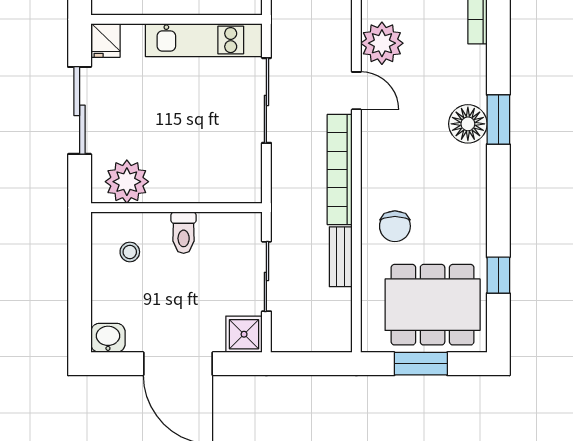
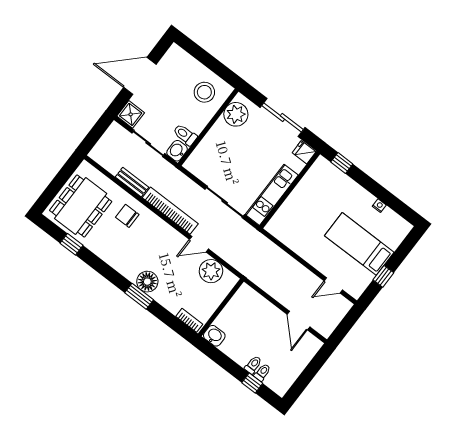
toilet: (184, 233) -> (185, 135), moved
stool: (130, 252) -> (204, 92), width x1.89, depth x1.89
washbasin: (108, 338) -> (177, 151), moved, turned 180
window: (421, 364) -> (59, 181), removed

